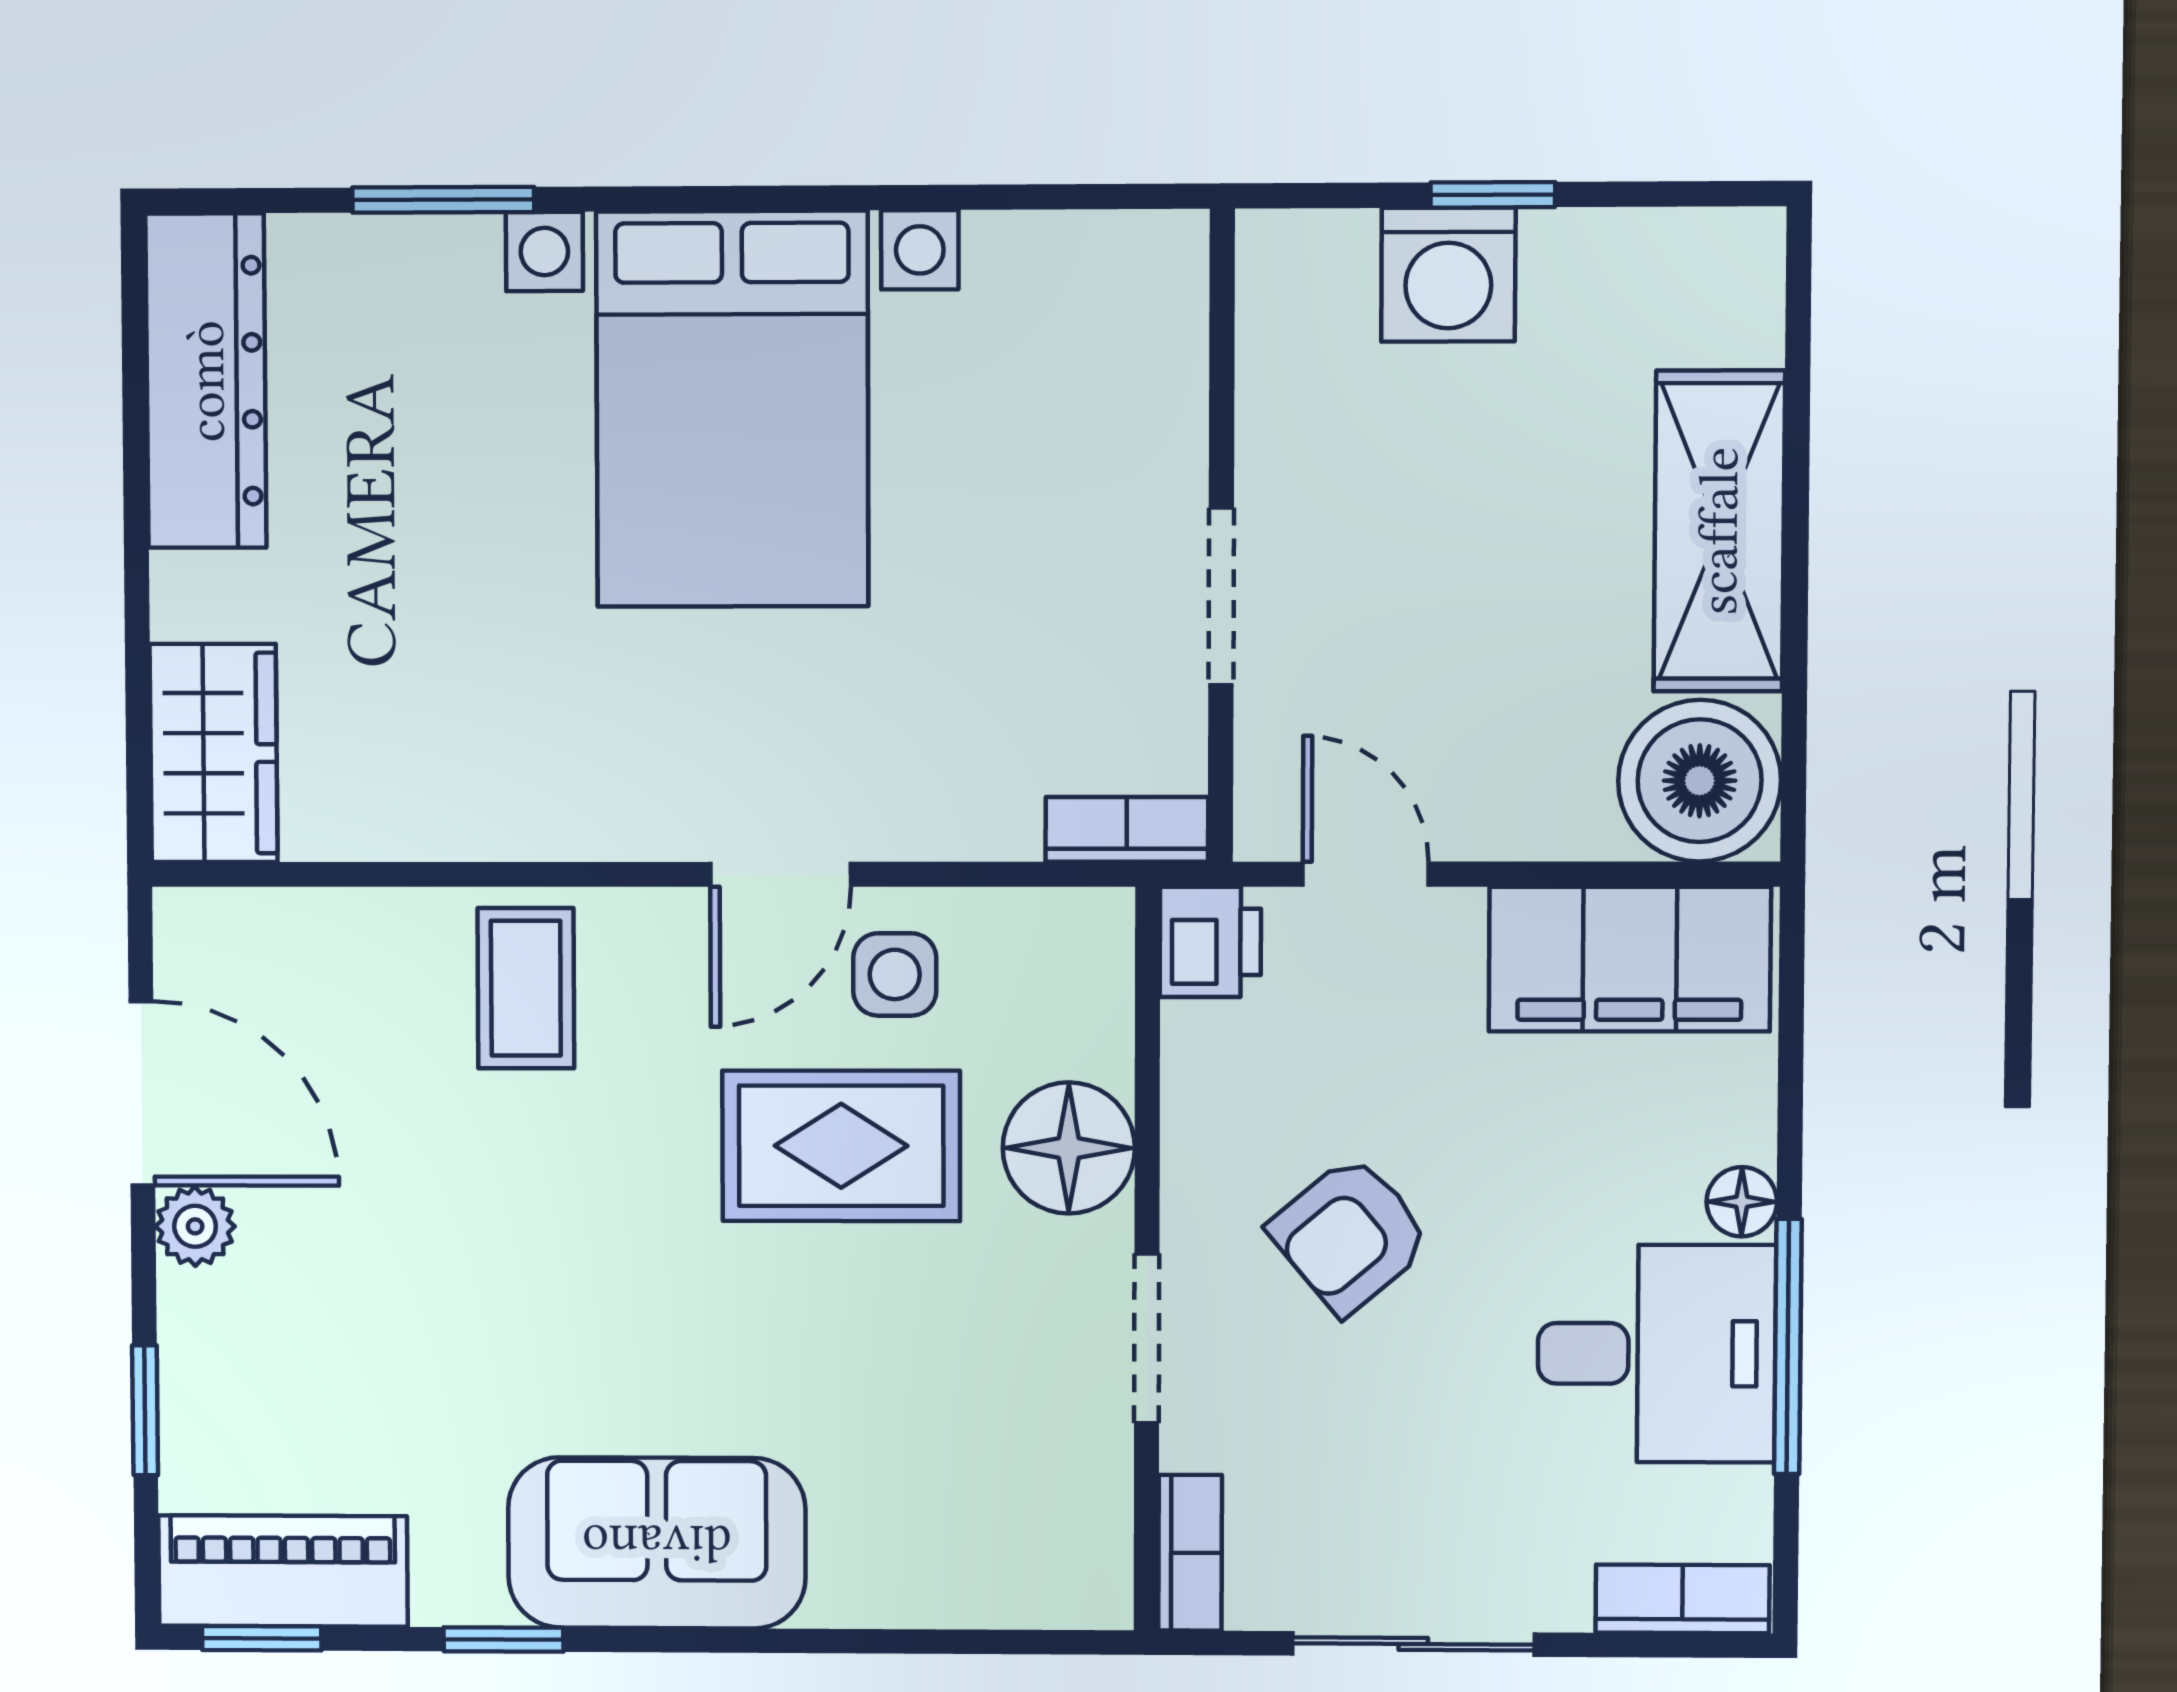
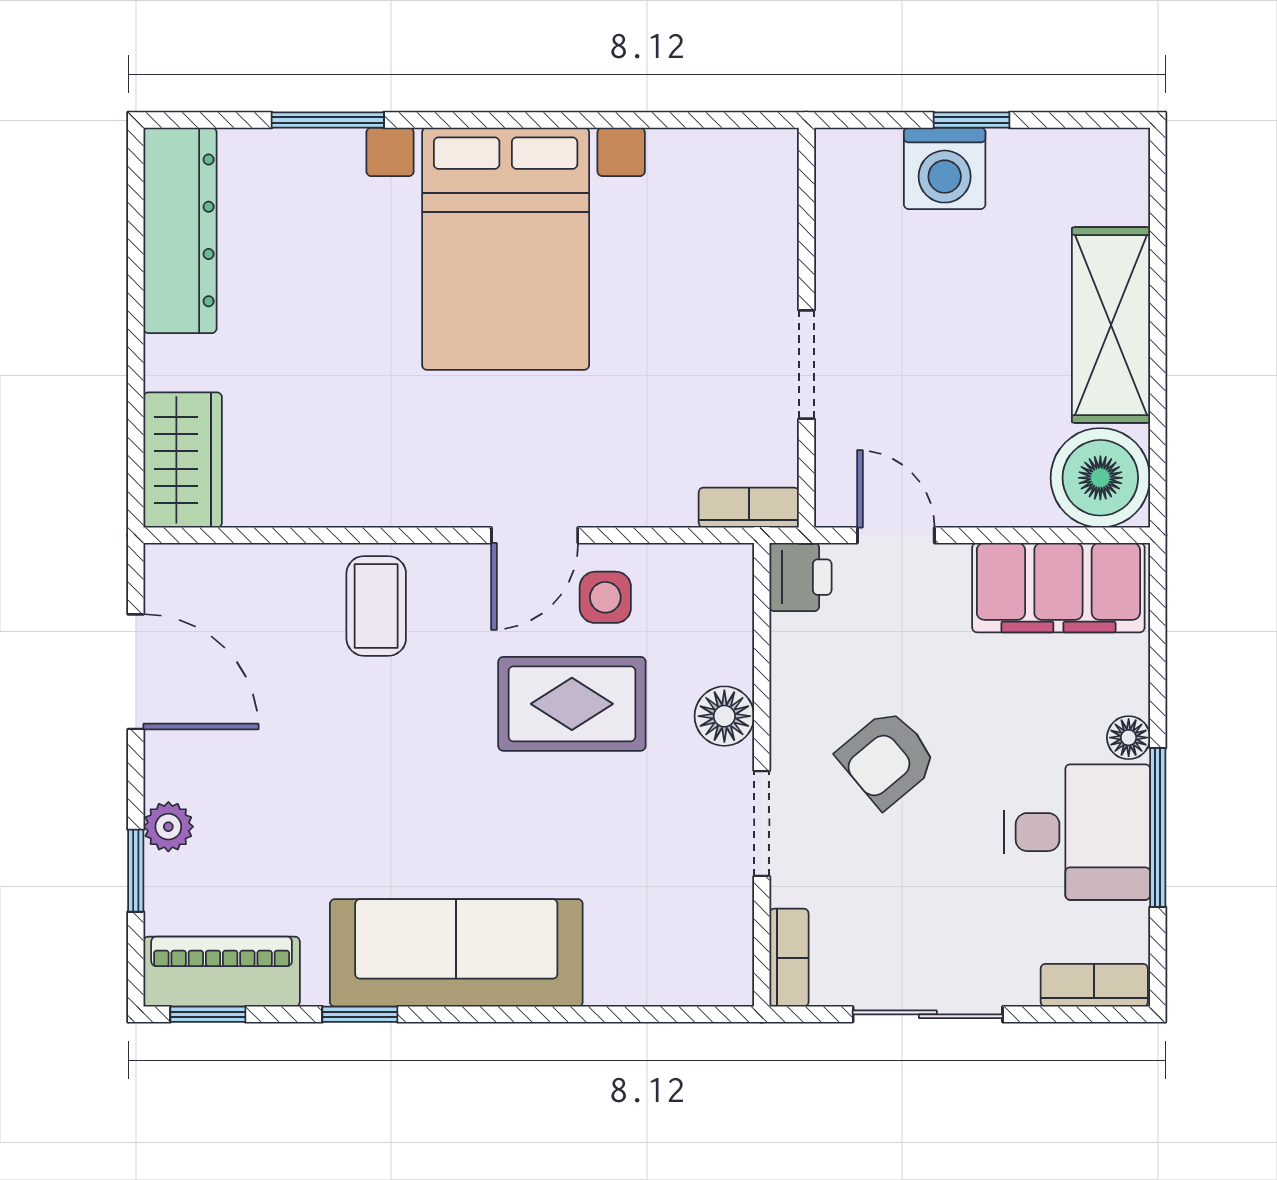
floor lamp: (1069, 1148) -> (724, 716), width x0.73, depth x0.73
plant: (195, 1226) -> (168, 827), moved
sofa: (657, 1543) -> (456, 953), width x1.36

